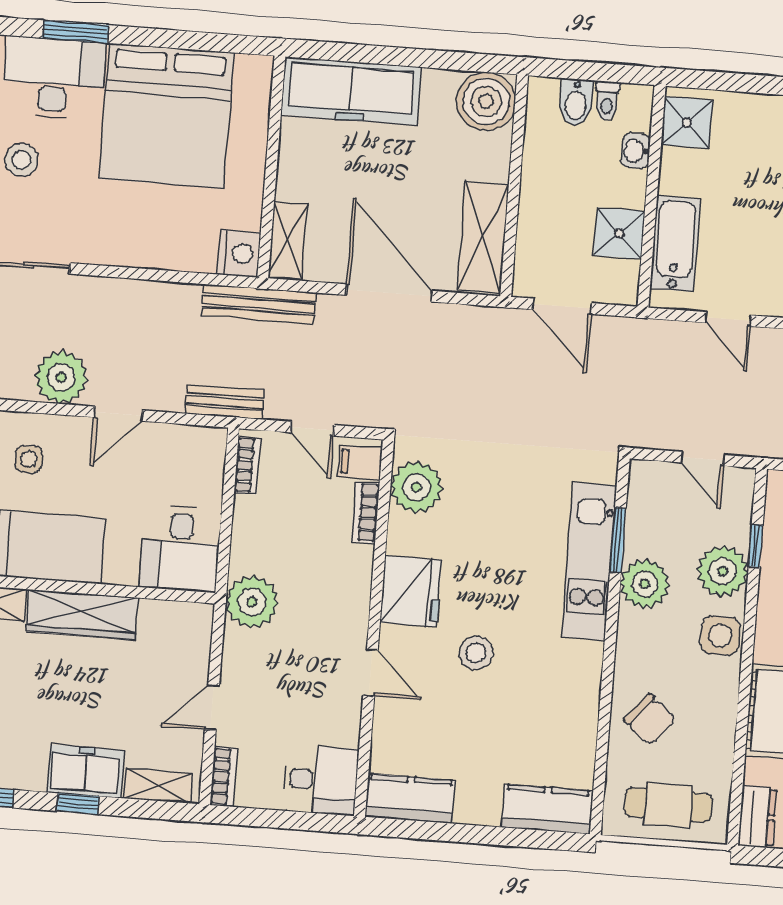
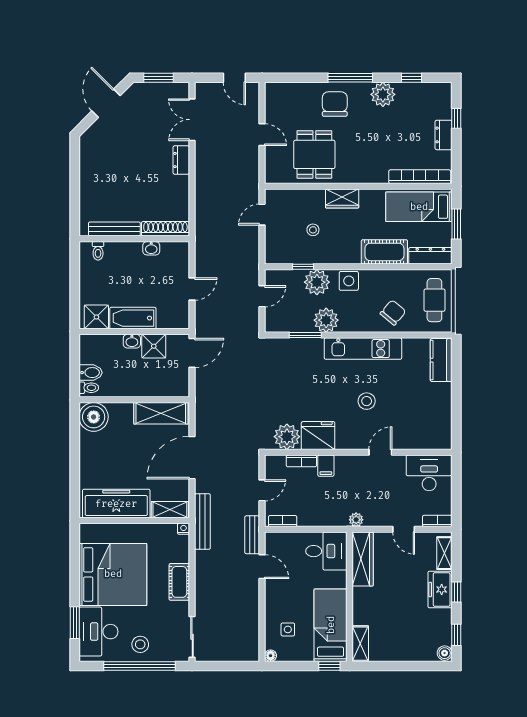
freezer: (351, 91) -> (116, 504), moved, turned -90
toilet: (607, 101) -> (89, 388), moved
washbasin: (636, 151) -> (132, 341), moved
bathtub: (675, 244) -> (133, 318), moved
cot: (141, 248) -> (179, 582), added
nightstand: (239, 254) -> (183, 529), width x0.53, depth x0.56
door: (562, 306) -> (192, 353), moved
plant: (61, 377) -> (246, 616), removed
door: (118, 414) -> (262, 567), moved
filing cabinet: (360, 463) -> (326, 466), moved
kitchen unit: (589, 561) -> (363, 349), moved
fridge: (411, 591) -> (318, 436), moved
plant: (252, 602) -> (356, 520), width x0.53, depth x0.53
wardrobe: (82, 615) -> (363, 559), moved
desk: (321, 780) -> (429, 473), width x1.37
kitchen counter: (410, 799) -> (441, 428), removed
dresser: (757, 817) -> (430, 256), width x1.44

